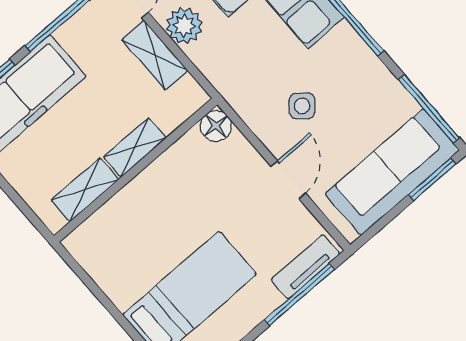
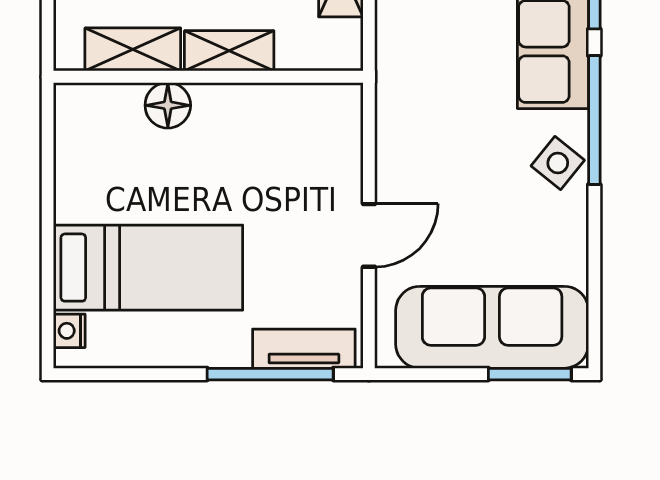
side table: (302, 106) -> (558, 163), moved
window: (429, 109) -> (594, 292), removed
floor lamp: (216, 126) -> (168, 105), moved

